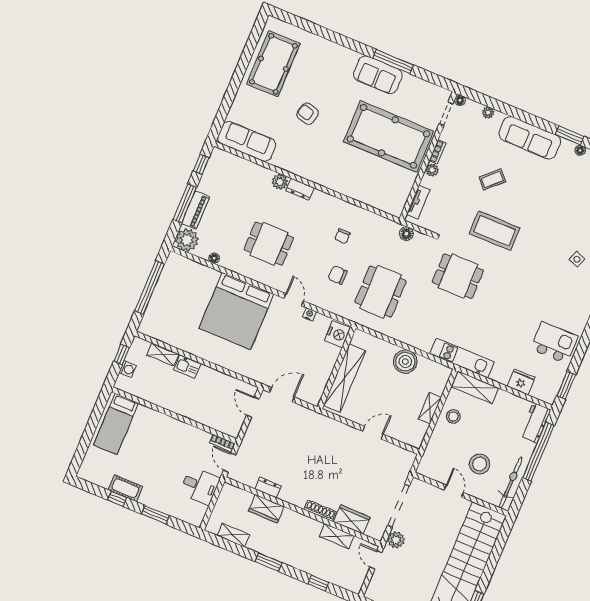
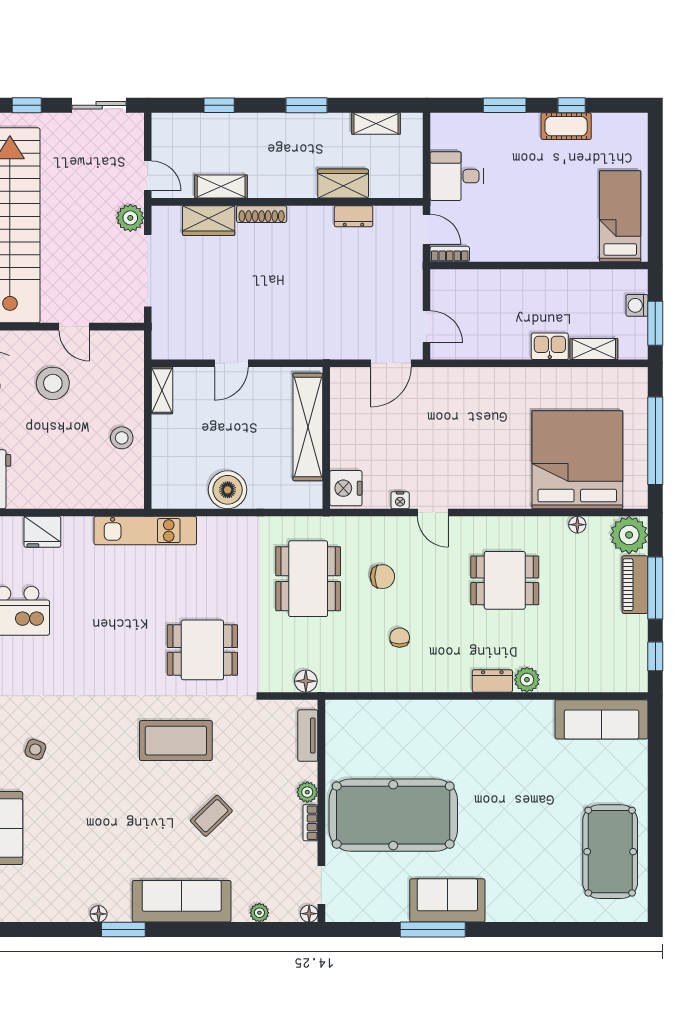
armchair: (308, 114) -> (528, 798), removed
bed: (236, 311) -> (577, 460), moved
window: (122, 354) -> (655, 323), width x1.50
shelving: (475, 387) -> (107, 495), removed
shelving: (430, 408) -> (162, 390), moved

